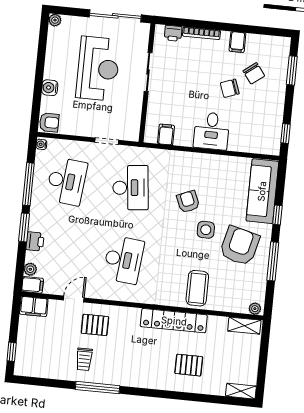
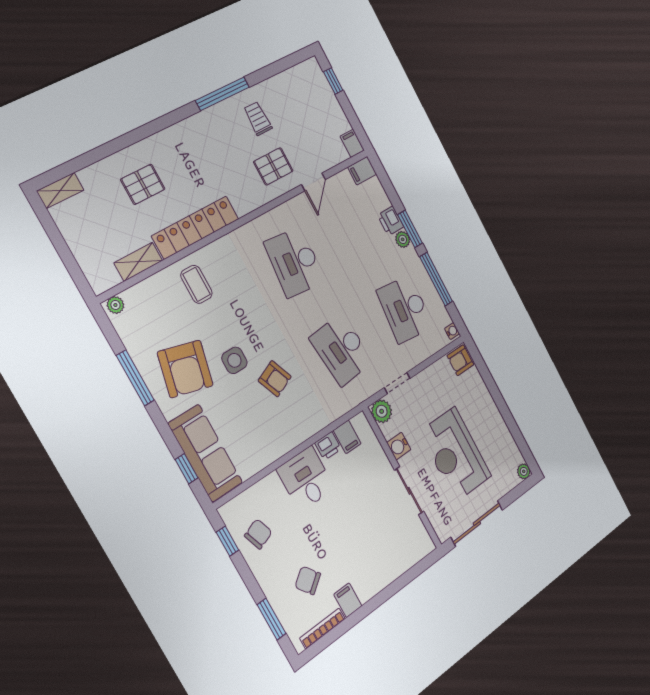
printer: (173, 33) -> (328, 446), moved, turned 180
bookcase: (201, 33) -> (323, 628), moved
water cooler: (50, 88) -> (399, 446), moved, turned 180
chair: (230, 88) -> (258, 534), moved
plant: (131, 132) -> (382, 411), added
window: (277, 215) -> (187, 469), moved
plant: (30, 269) -> (403, 239), moved
coffee table: (197, 288) -> (197, 284), width x0.73, depth x0.77
filing cabinet: (34, 306) -> (352, 143), width x0.50
shelving: (244, 326) -> (138, 262), moved

